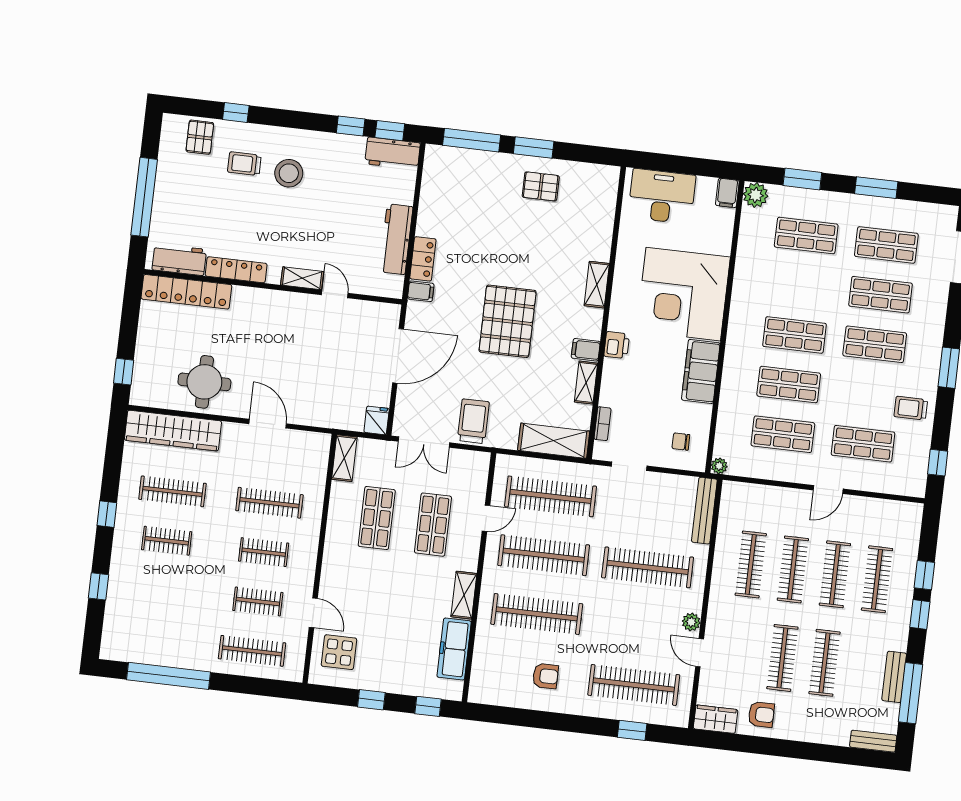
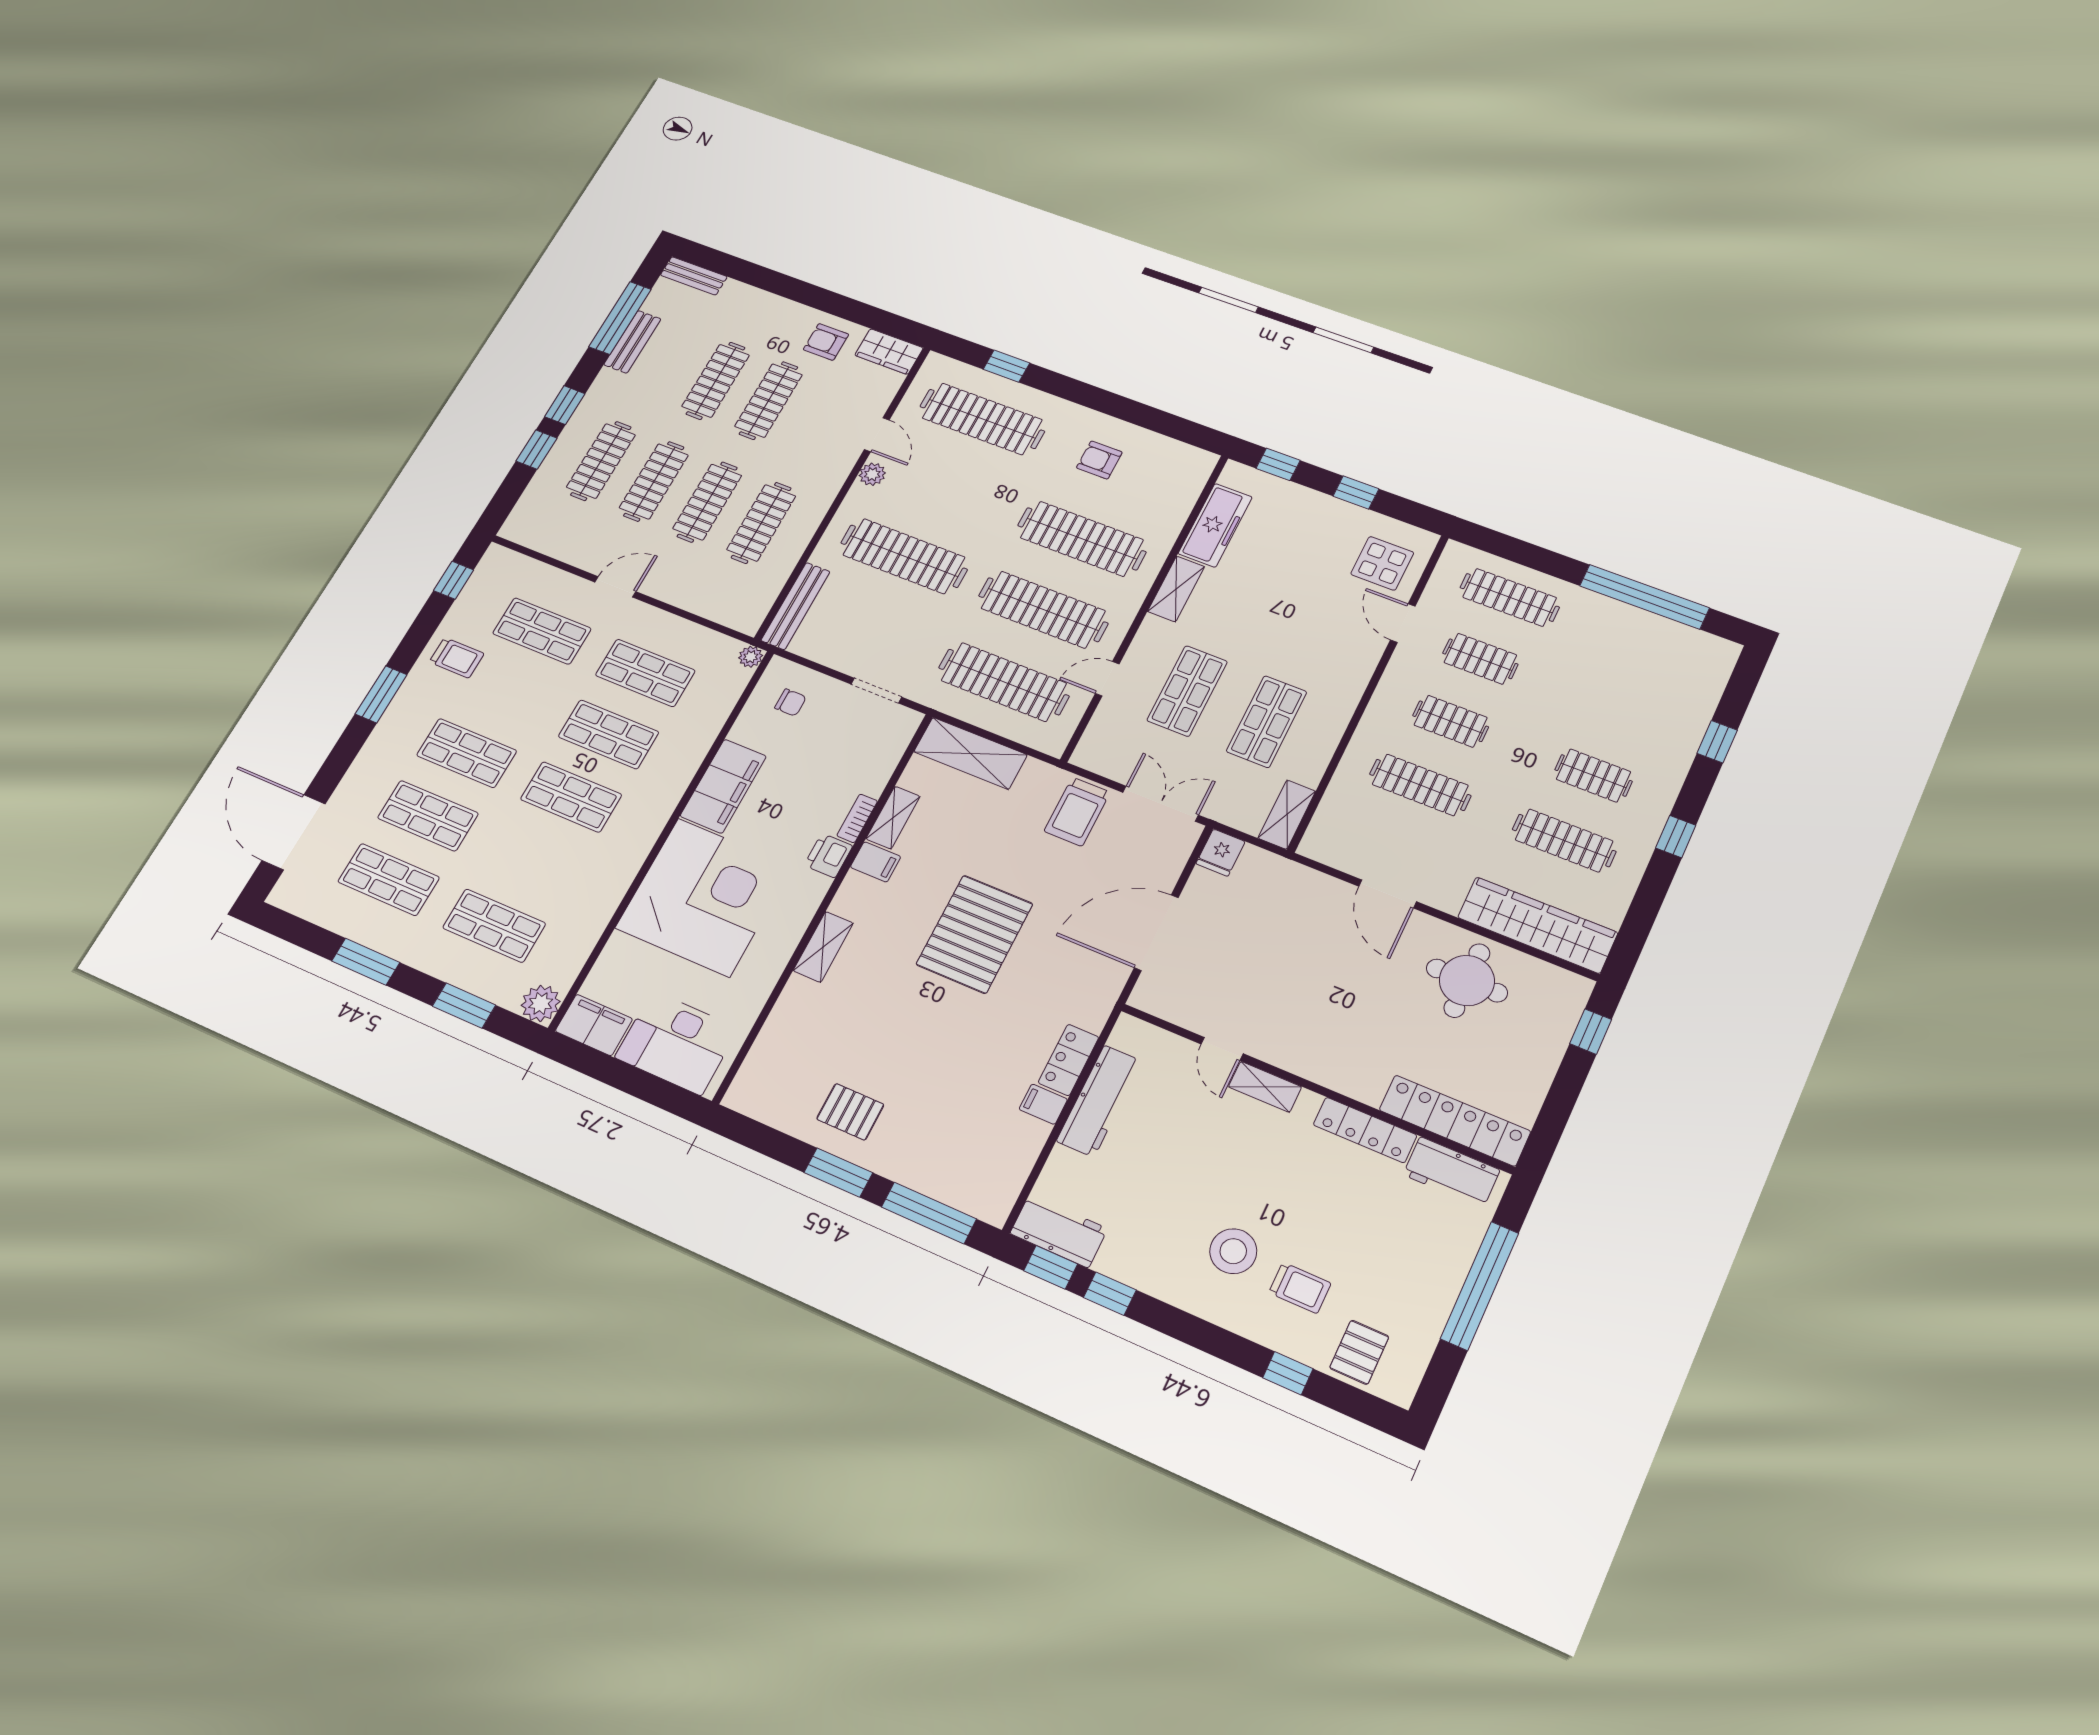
filing cabinet: (727, 193) -> (594, 1025), width x2.00
filing cabinet: (421, 291) -> (1043, 1104), moved
bookcase: (603, 424) -> (857, 818), moved

